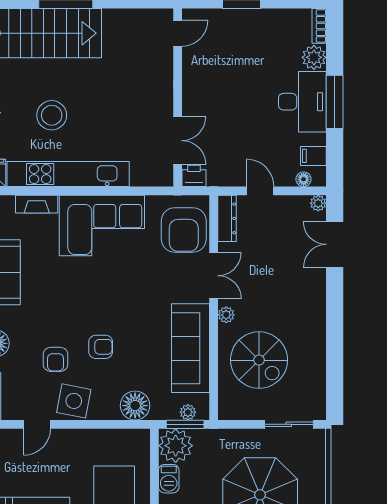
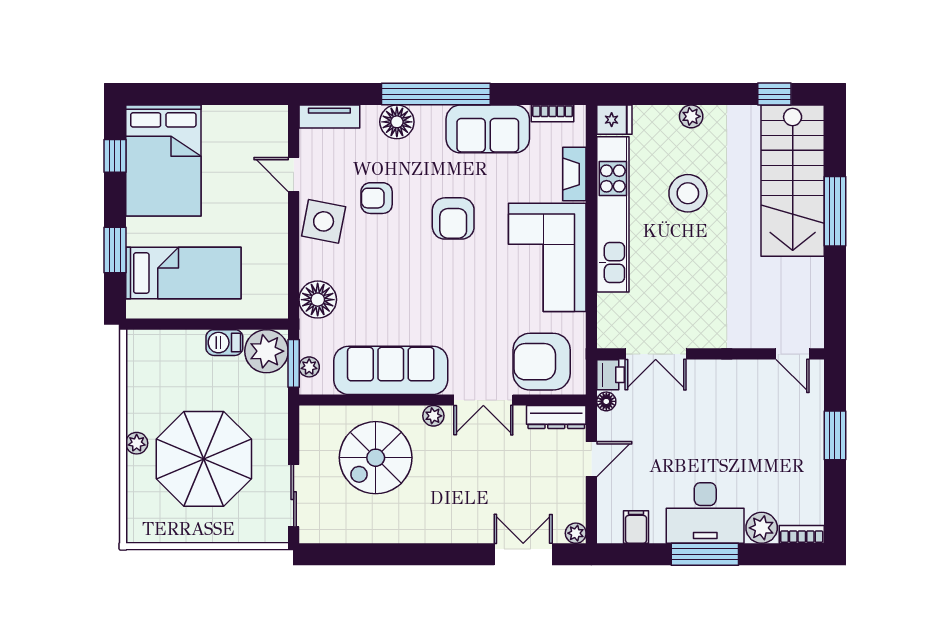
floor lamp: (304, 179) -> (606, 401), moved
armchair: (101, 347) -> (453, 218), moved, width x1.38, depth x1.38

